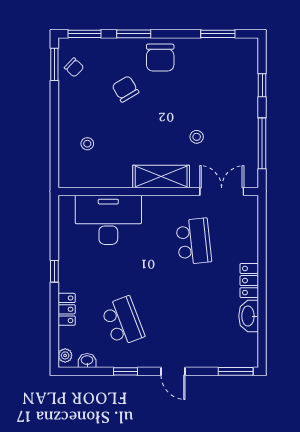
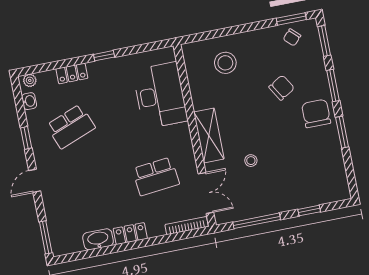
window: (218, 34) -> (342, 132), moved
chair: (160, 58) -> (316, 114), turned 90
stool: (87, 144) -> (225, 63), width x1.89, depth x1.89
bookcase: (252, 219) -> (187, 226), added

